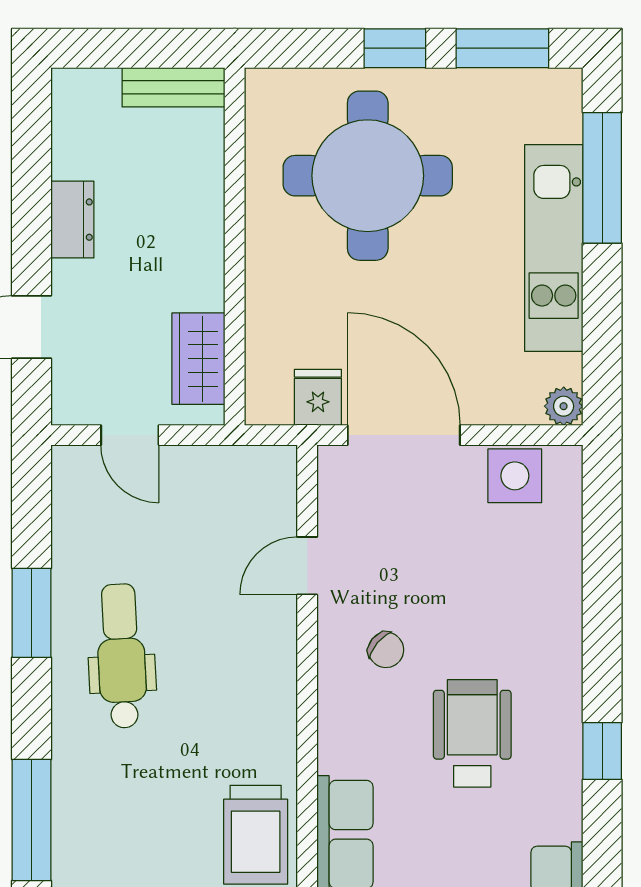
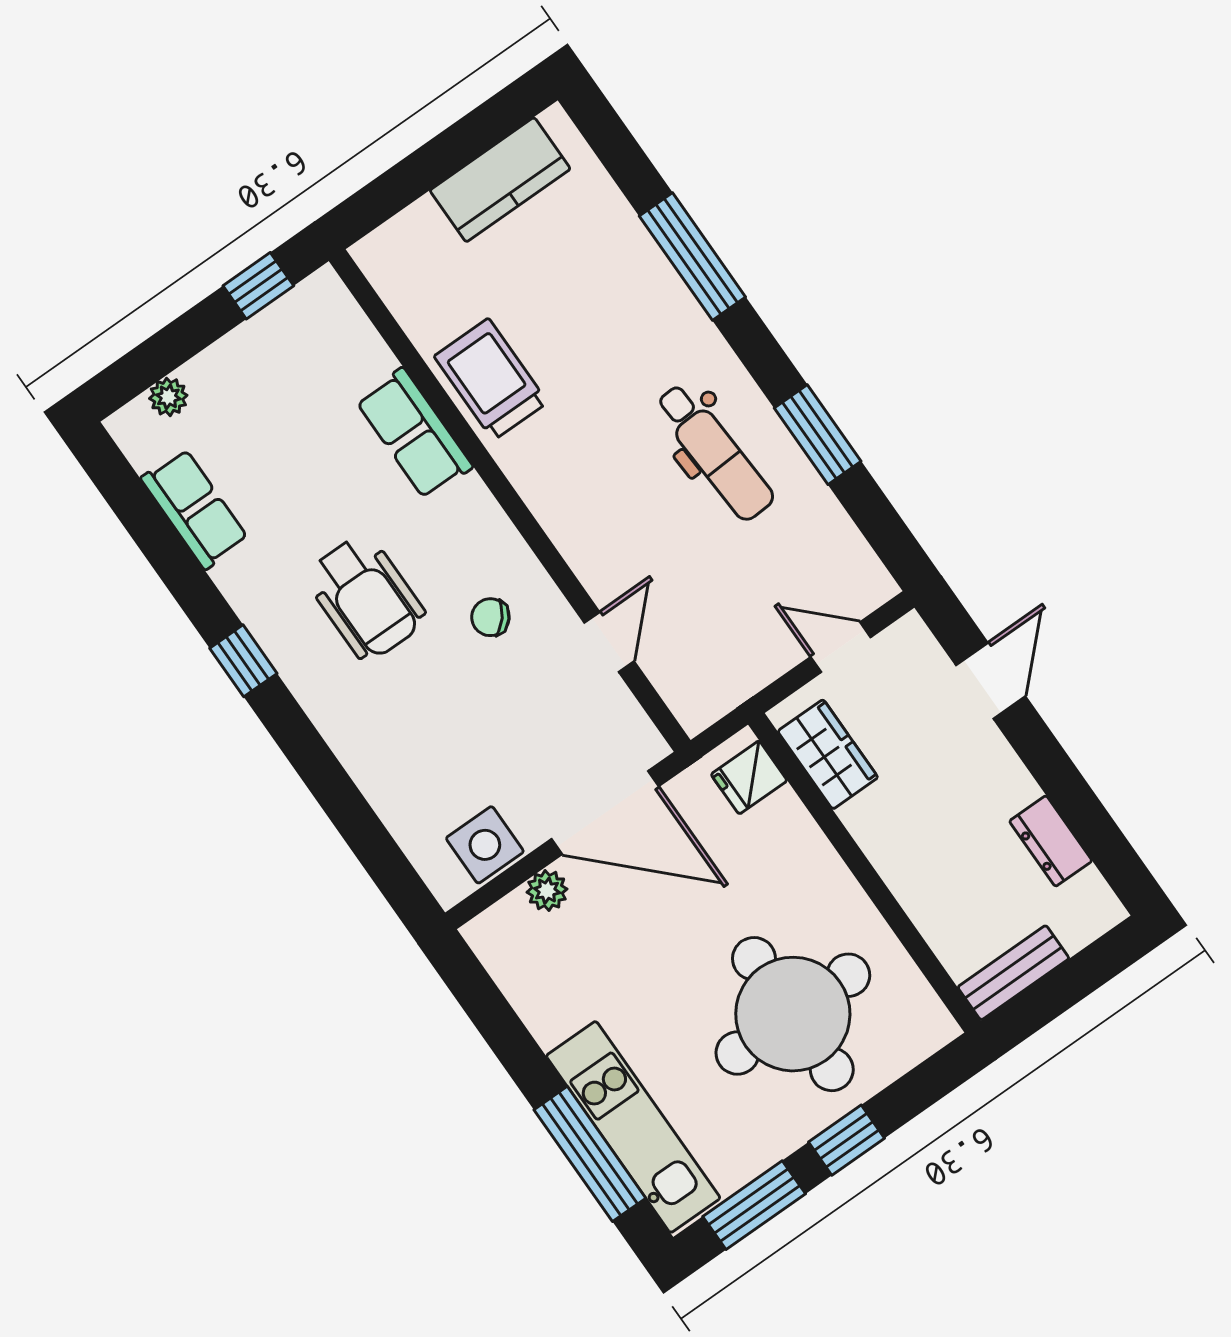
dresser: (72, 220) -> (1051, 841), moved
kitchen unit: (554, 248) -> (633, 1127), moved
fridge: (318, 397) -> (749, 777), moved, turned 90
plant: (564, 406) -> (547, 891), moved

